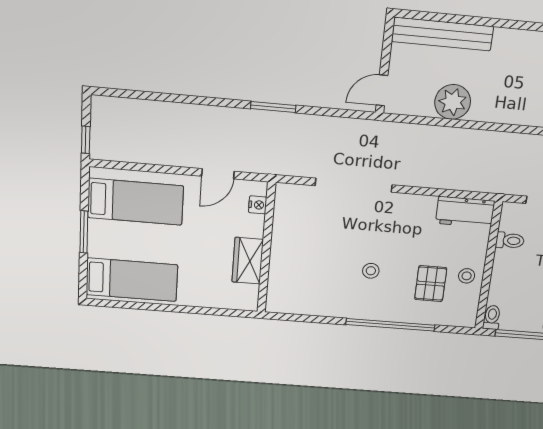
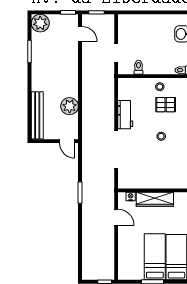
bed: (136, 202) -> (155, 257), moved
workbench: (465, 212) -> (125, 115), moved
wardrobe: (248, 261) -> (155, 199), width x1.50

